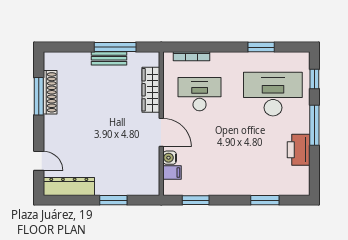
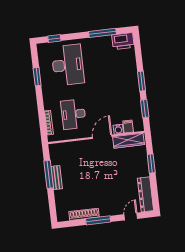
wardrobe: (151, 90) -> (128, 141), moved
desk: (273, 94) -> (68, 65), turned 180
window: (39, 96) -> (98, 220), moved
window: (314, 125) -> (103, 33), moved
printer: (299, 150) -> (123, 41), moved
window: (265, 200) -> (141, 81), moved

